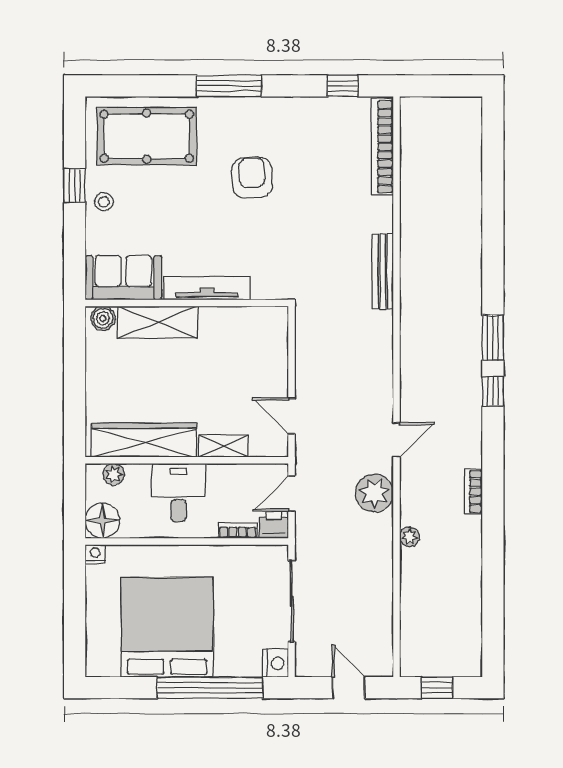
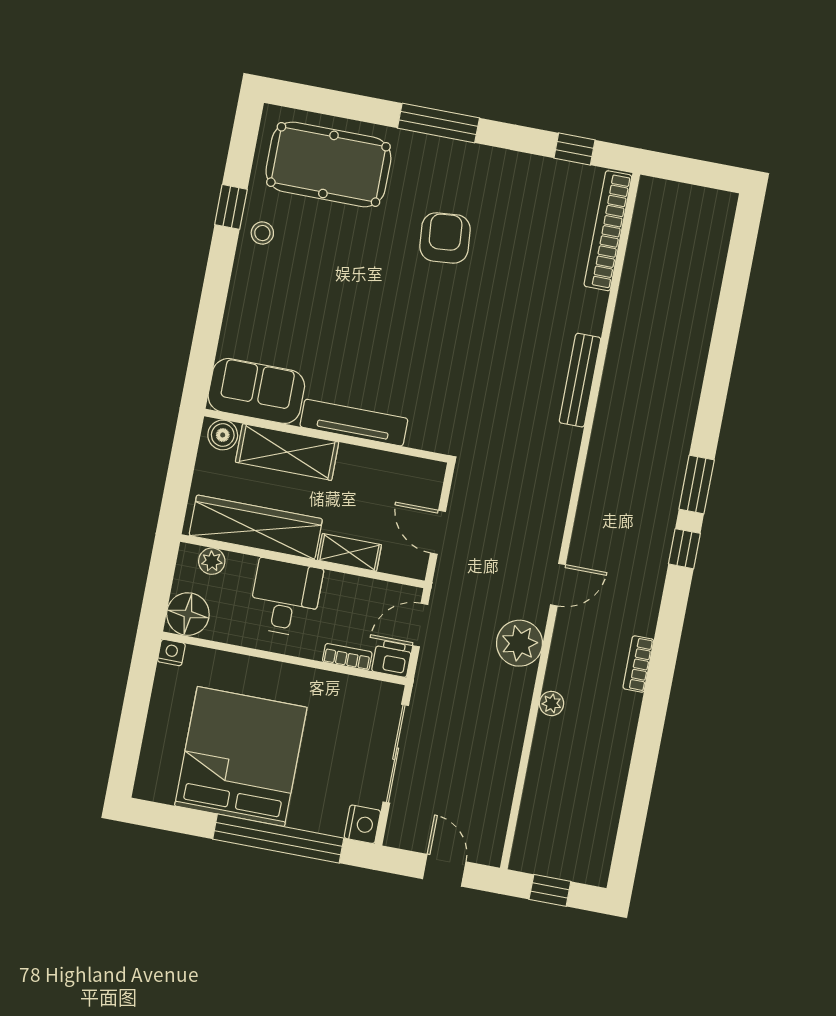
sofa: (123, 278) -> (256, 391), moved
tv unit: (207, 288) -> (354, 423), moved
wall: (187, 303) -> (326, 436), moved
boiler: (103, 318) -> (223, 435), moved
shelving: (158, 322) -> (287, 452), moved

